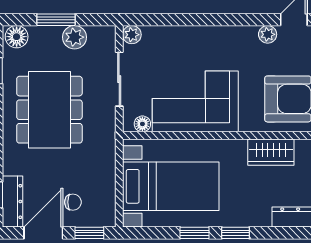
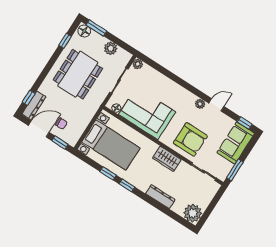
window: (56, 20) -> (97, 28), moved

